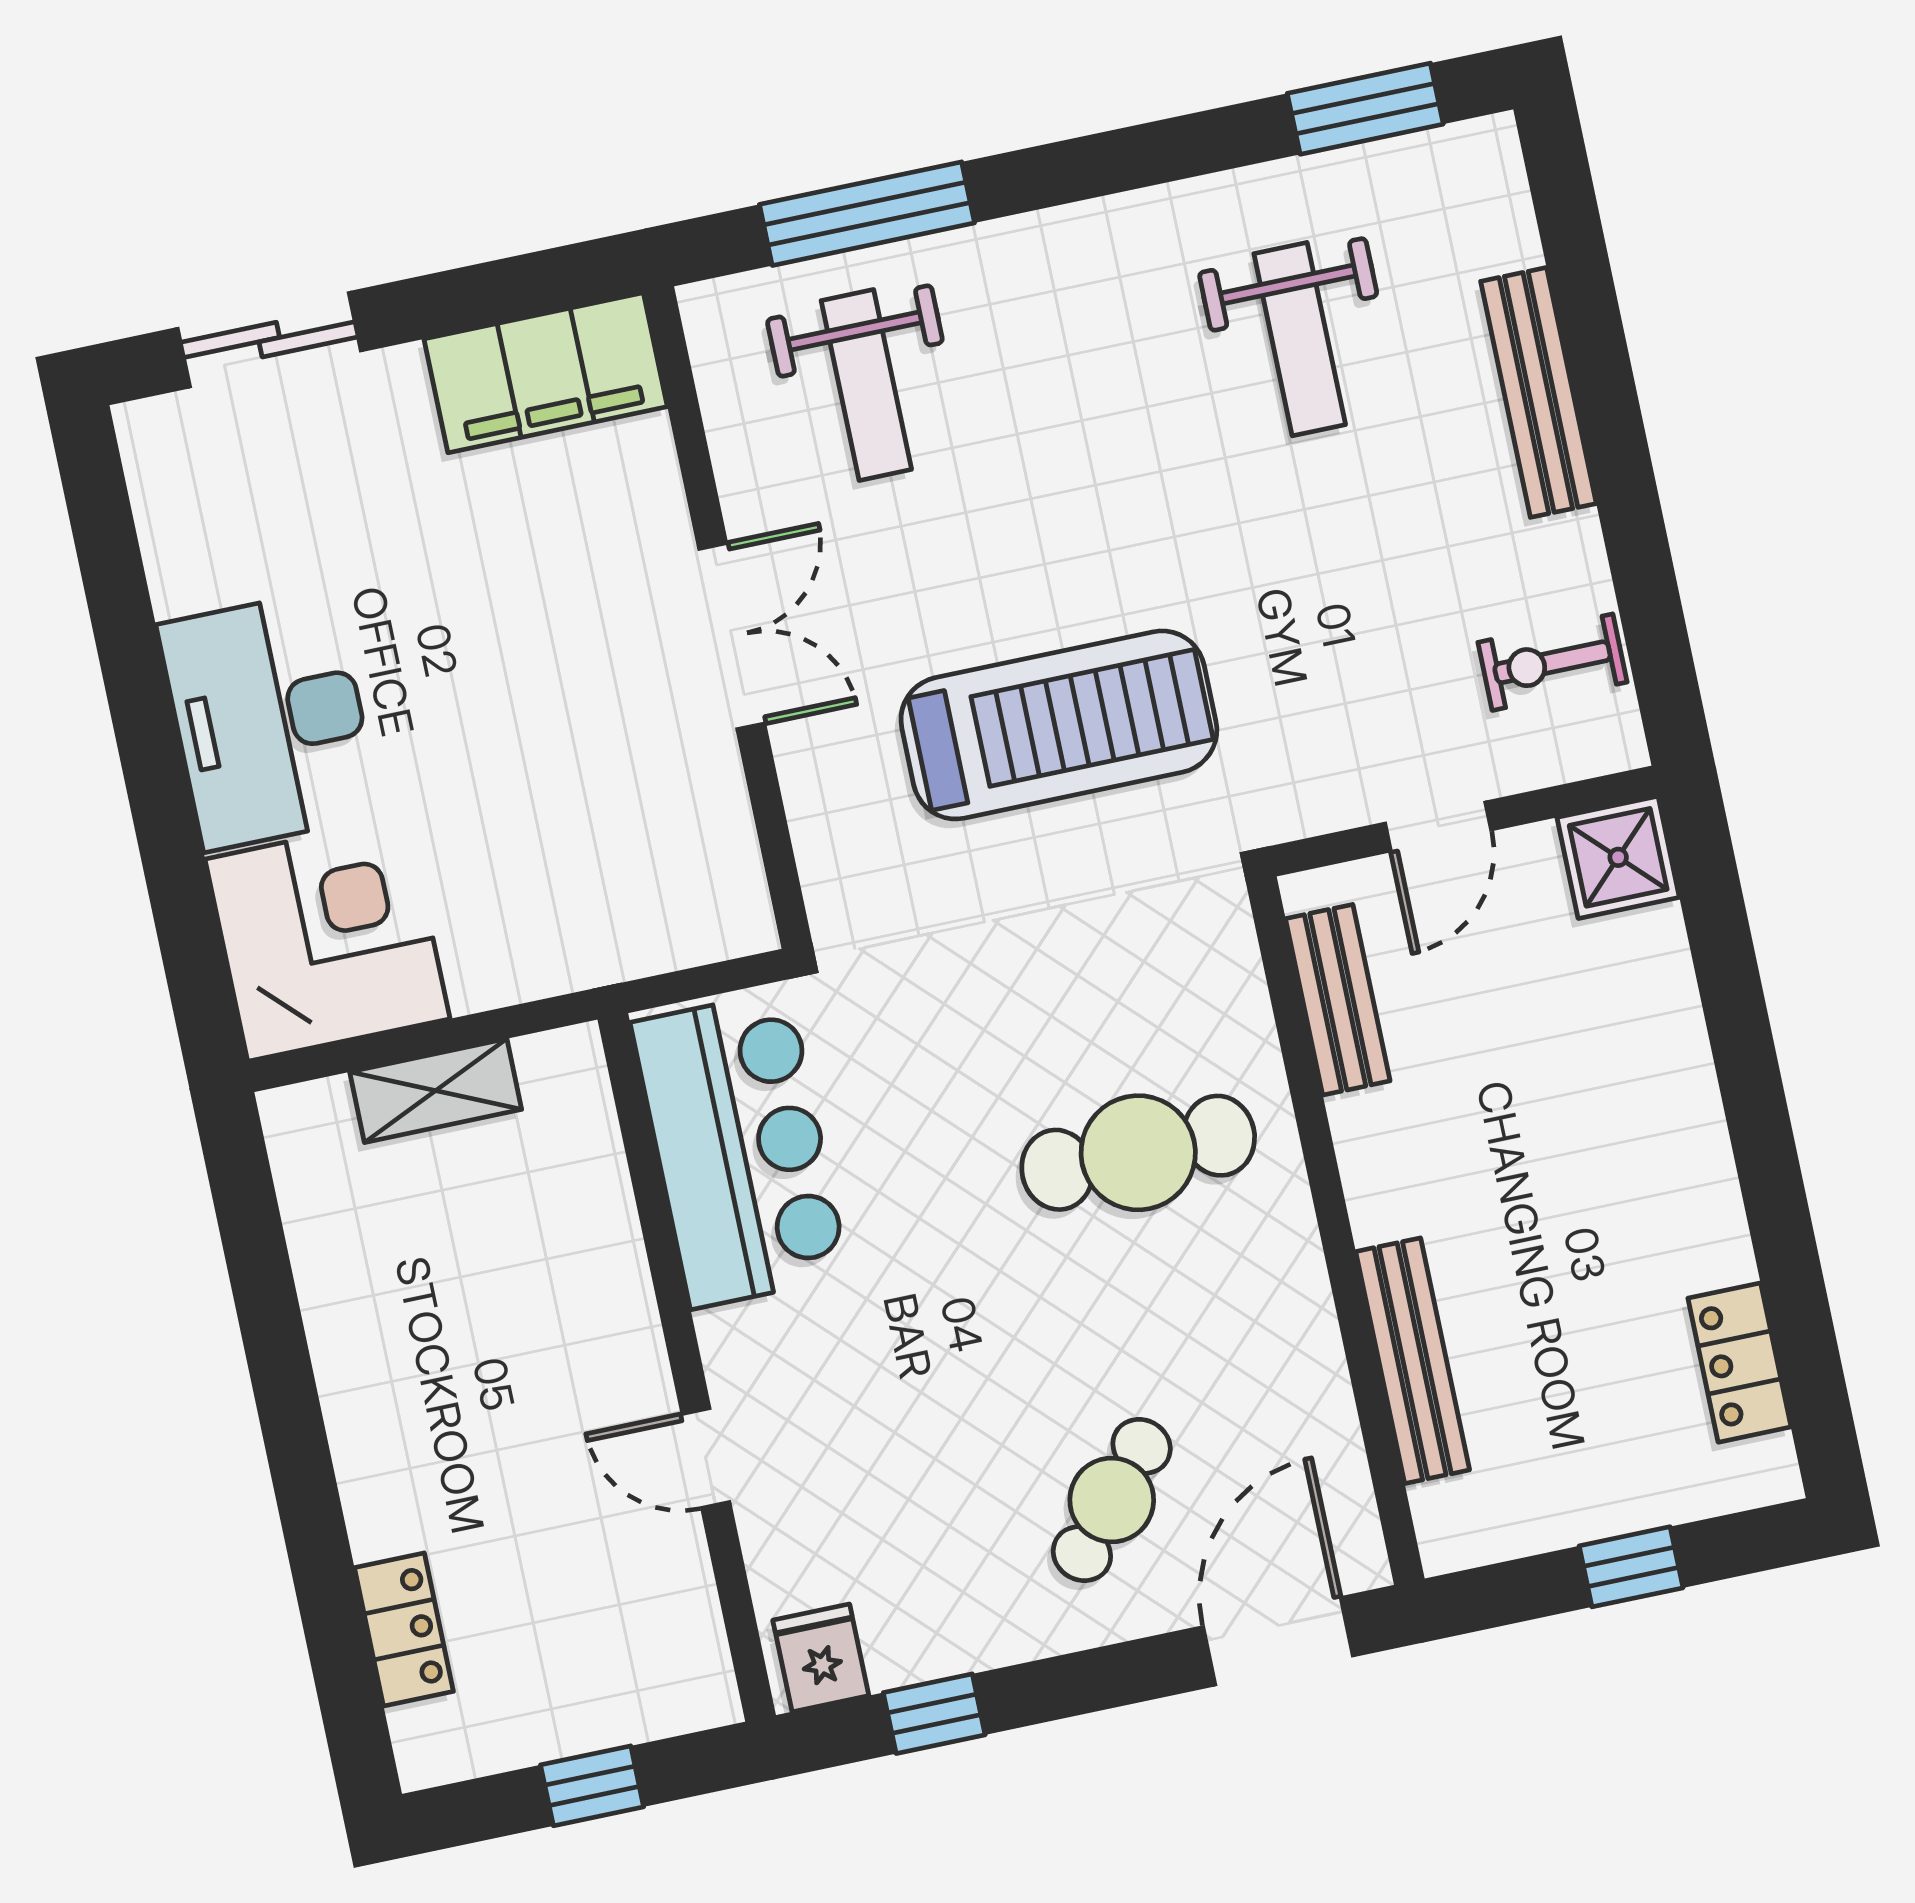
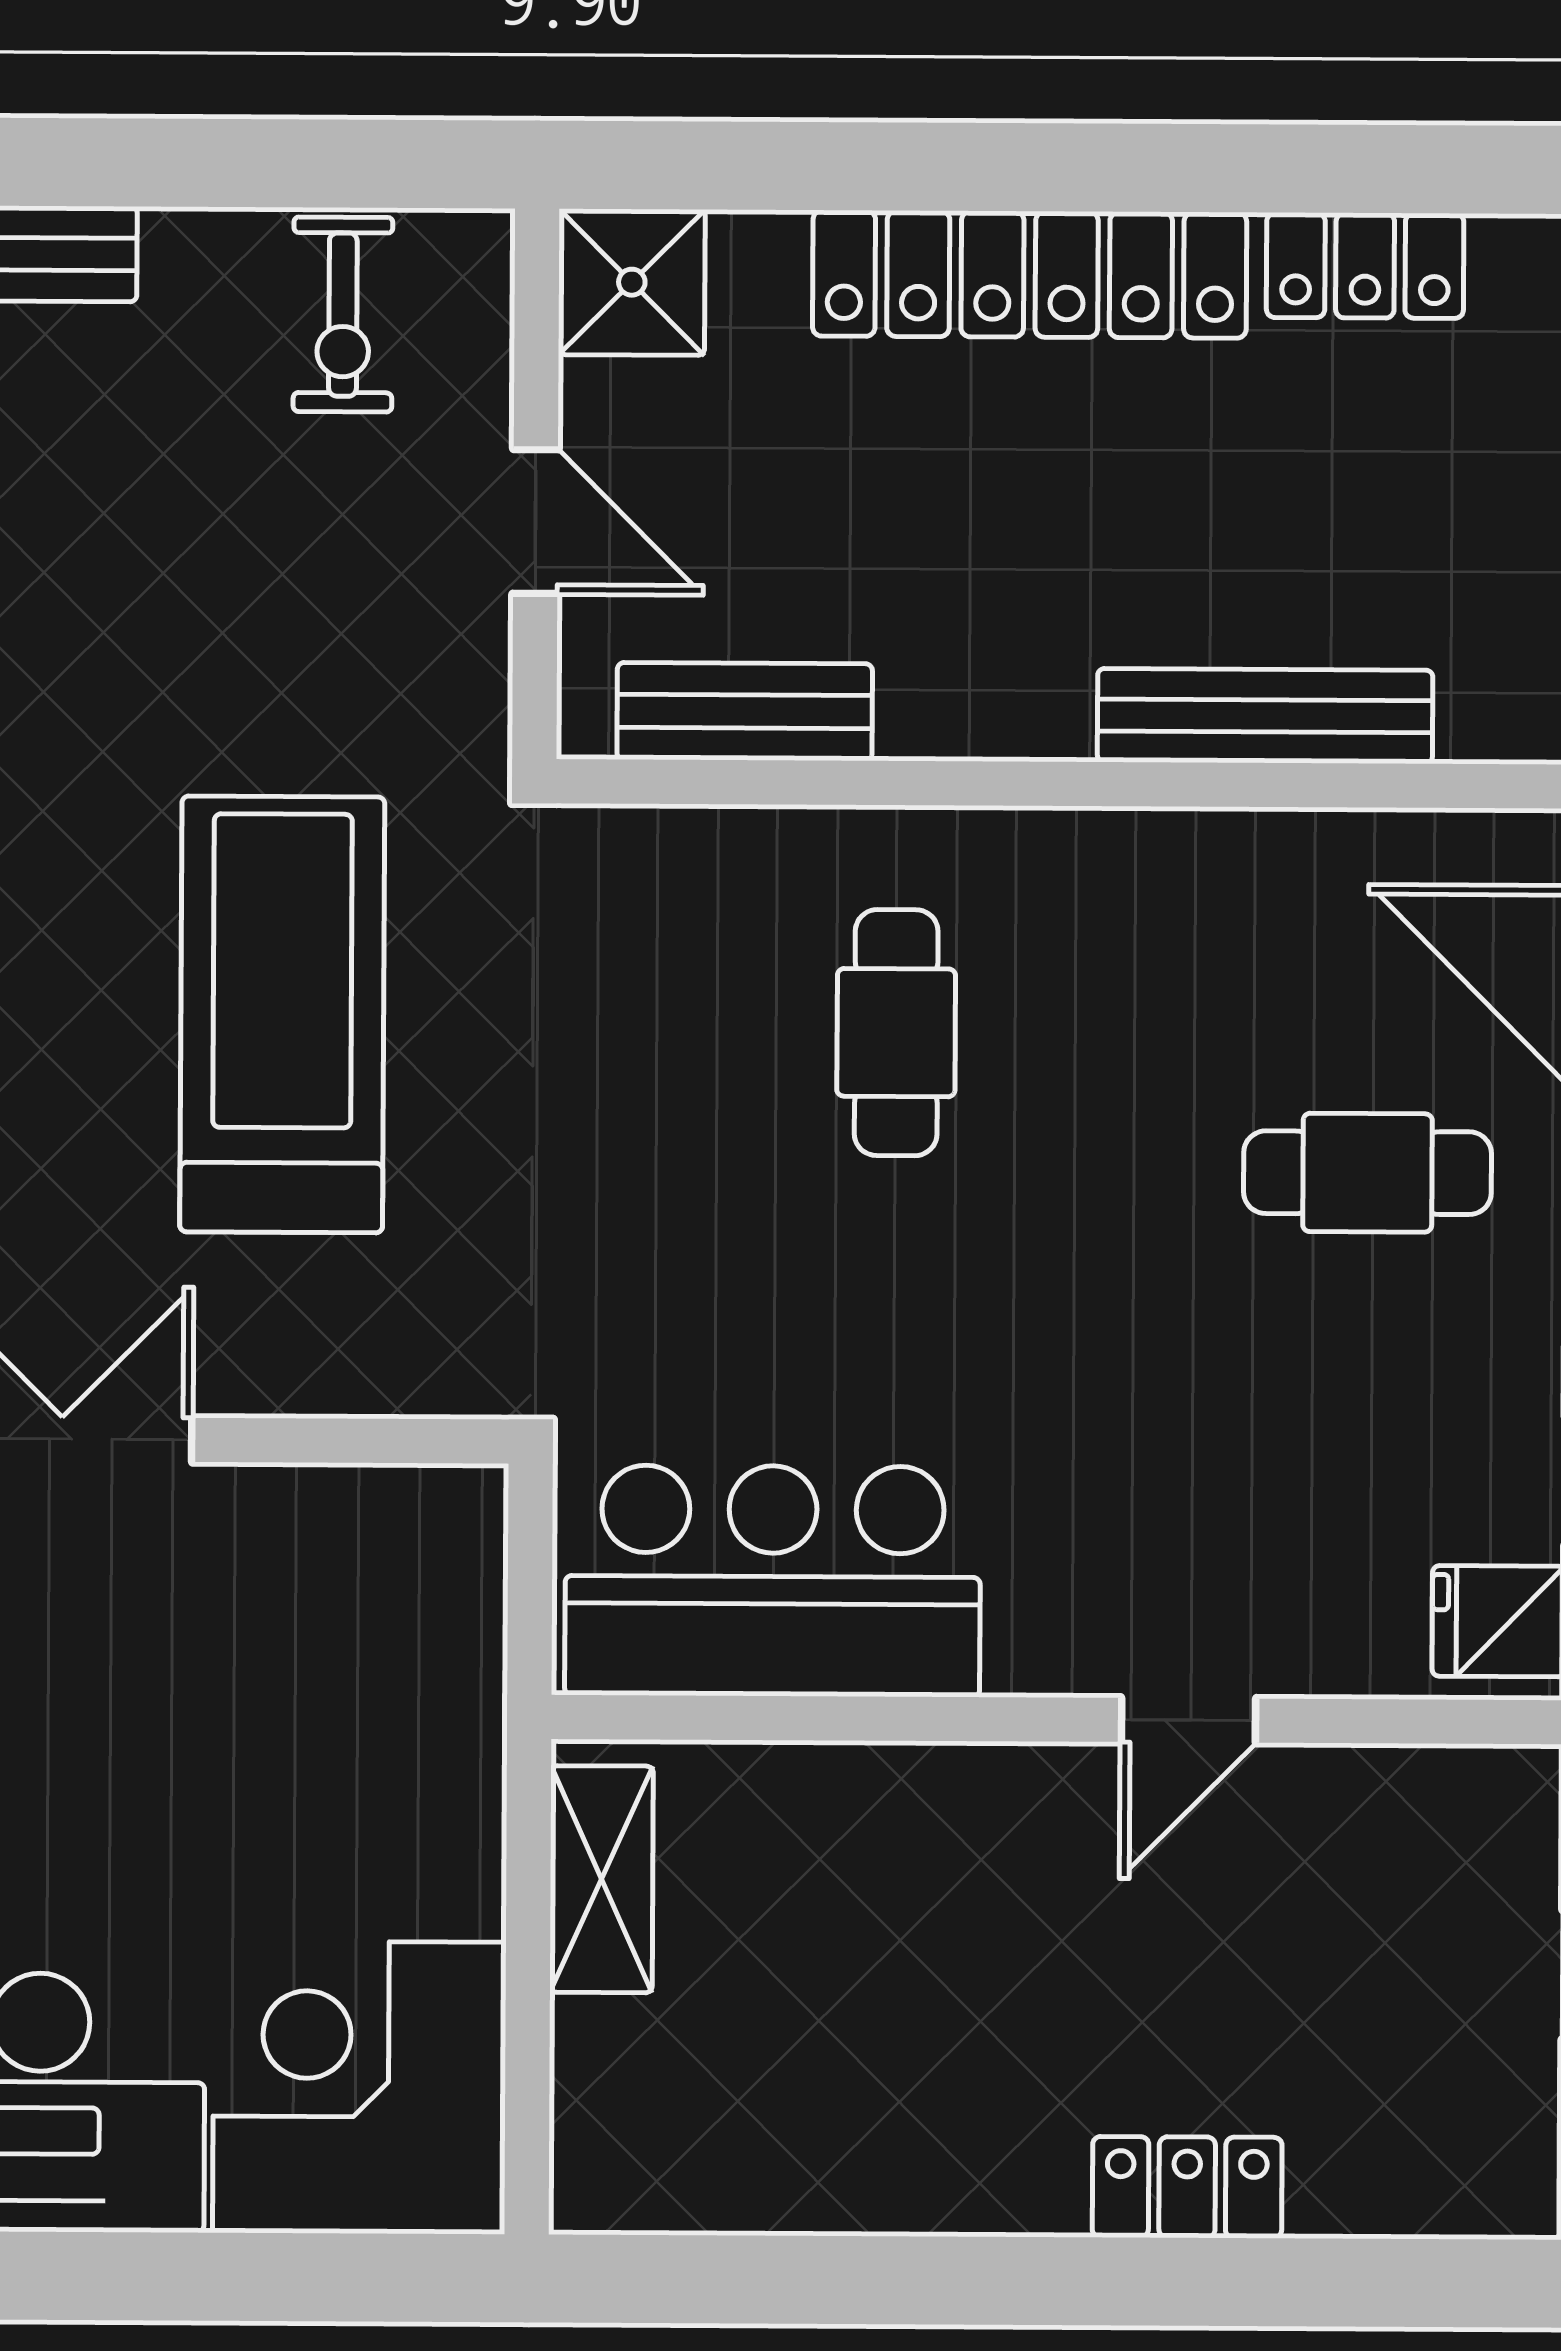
shelving: (436, 1091) -> (602, 1879), moved
locker: (1683, 1132) -> (1030, 274), added
cafe table: (1138, 1153) -> (896, 1033), width x0.73, depth x0.74
cafe table: (1112, 1500) -> (1367, 1173), turned -41
locker: (404, 1630) -> (1187, 2187), moved

